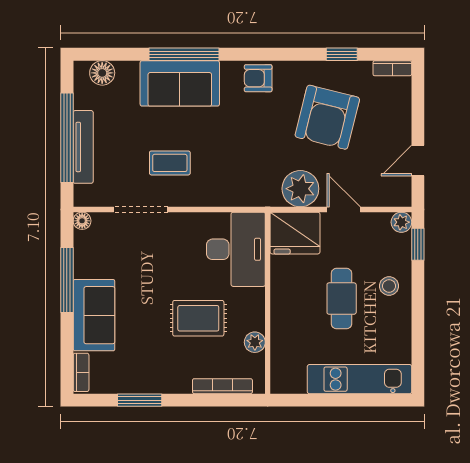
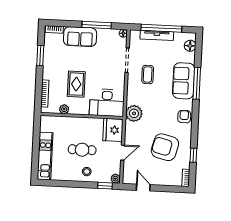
plant: (300, 189) -> (134, 113), moved

